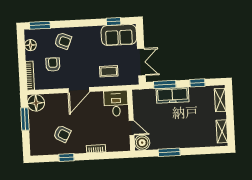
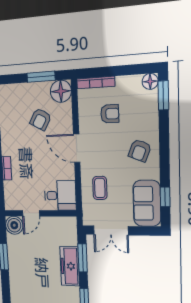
armchair: (63, 41) -> (140, 150), moved
floor lamp: (30, 45) -> (150, 81), moved
armchair: (62, 134) -> (41, 119), moved

